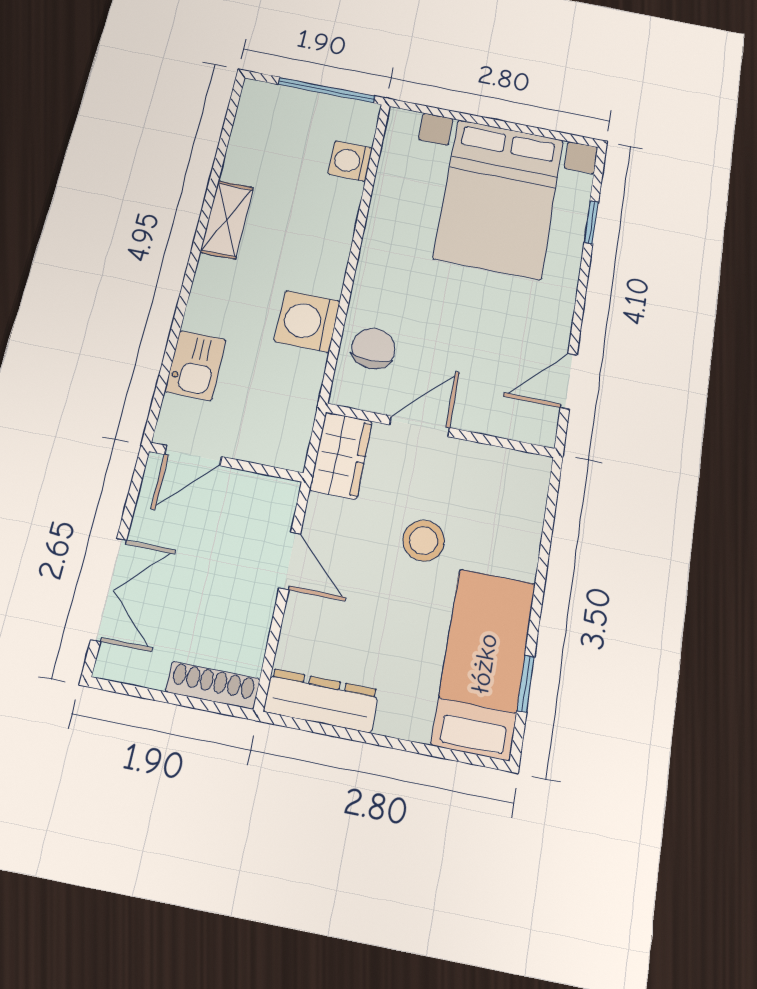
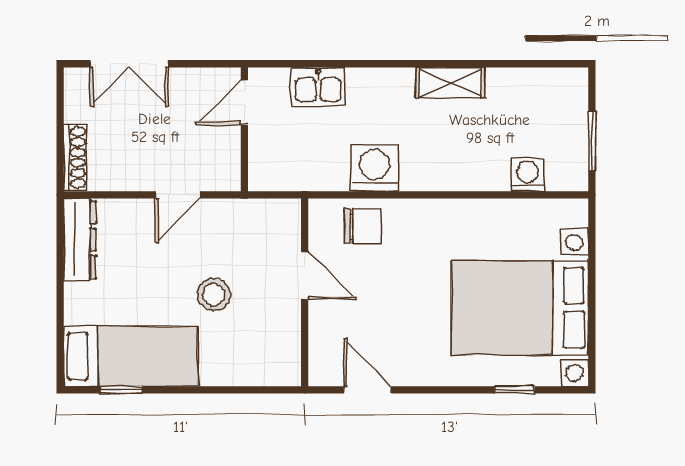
window: (327, 90) -> (592, 141), width x0.69
wardrobe: (341, 455) -> (268, 218), removed
door: (193, 456) -> (244, 102), hinge flipped

